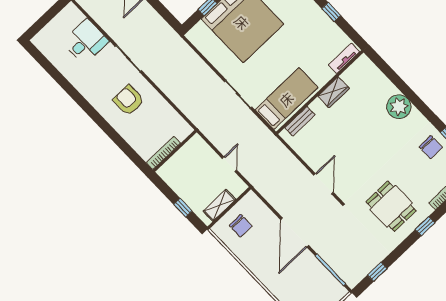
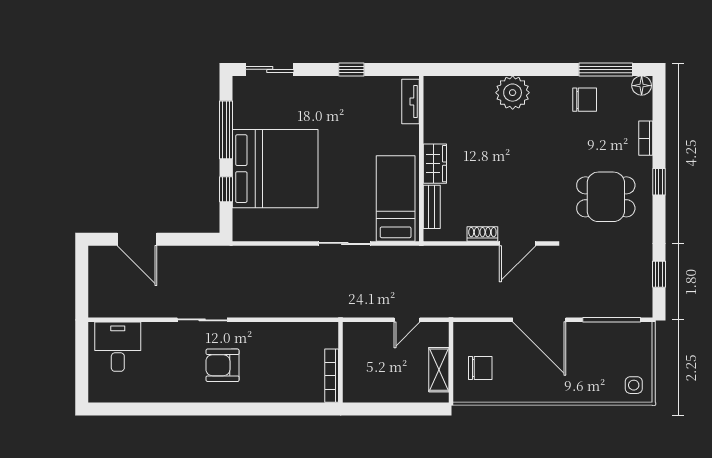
desk: (86, 42) -> (118, 347), moved
wardrobe: (334, 92) -> (435, 164), moved
armchair: (129, 100) -> (223, 365), moved
shoe rack: (311, 161) -> (482, 234), added
door: (229, 164) -> (407, 320), swing flipped
door: (323, 184) -> (518, 243), swing flipped
window: (183, 208) -> (406, 409), removed

